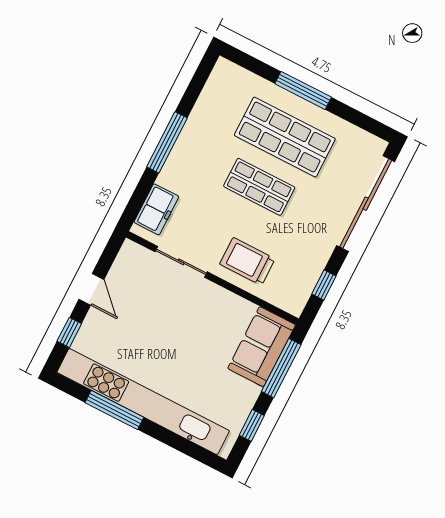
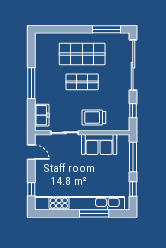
window: (303, 90) -> (106, 29), moved
door: (91, 289) -> (31, 152), moved
sofa: (262, 347) -> (99, 145), moved, turned -90
window: (114, 410) -> (94, 213), moved

